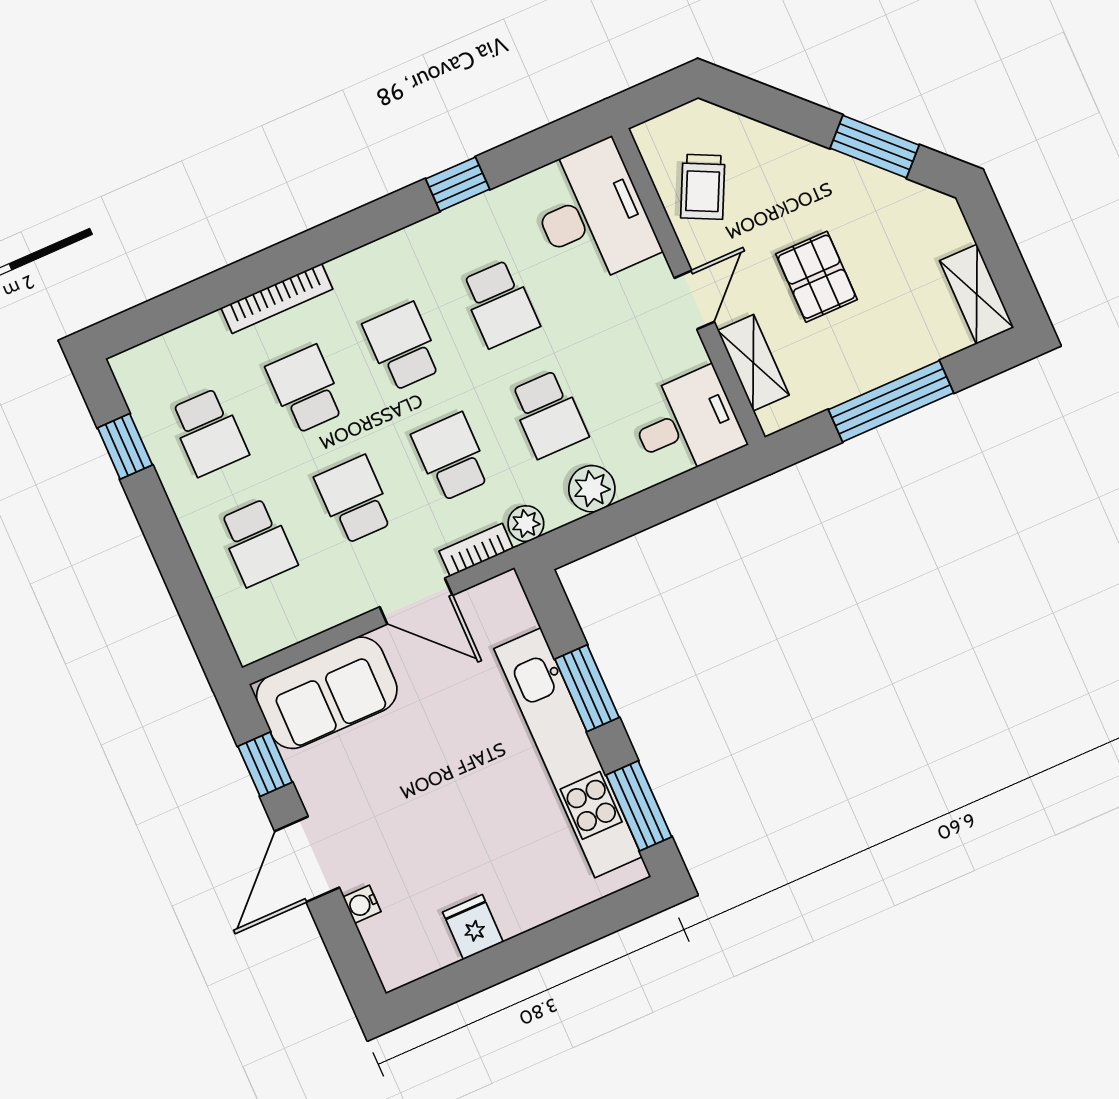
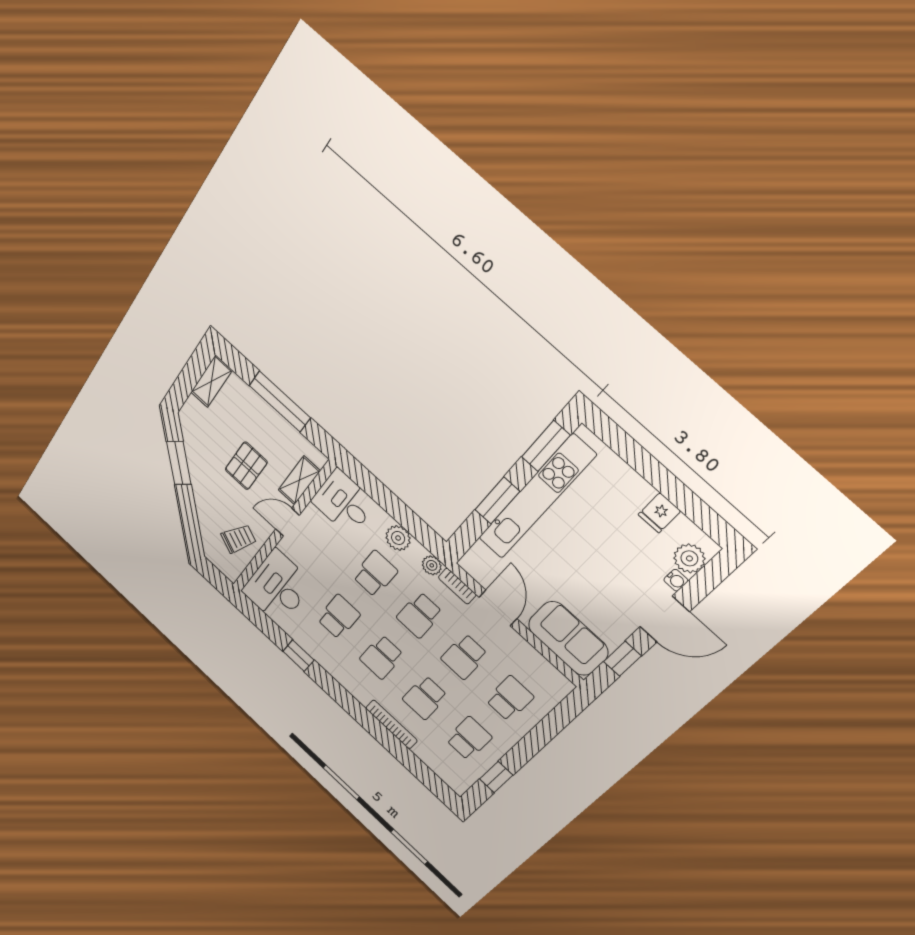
plant: (388, 939) -> (689, 558), added

